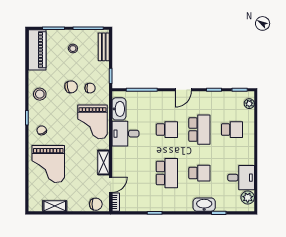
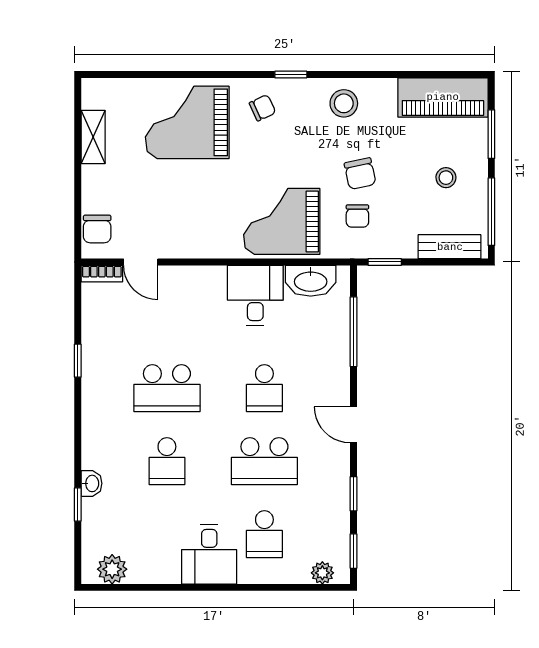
shelving: (104, 162) -> (191, 246), removed
desk: (241, 178) -> (209, 554), moved
washbasin: (204, 205) -> (92, 483), width x0.52, depth x0.69

